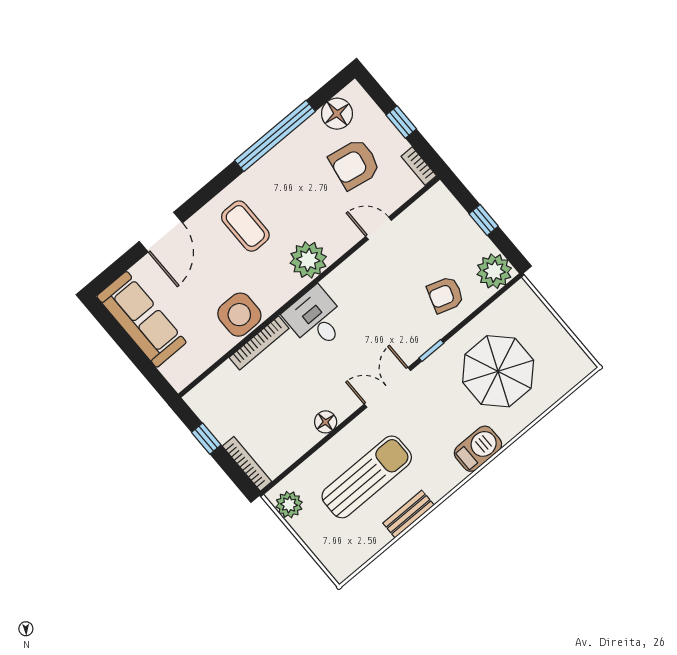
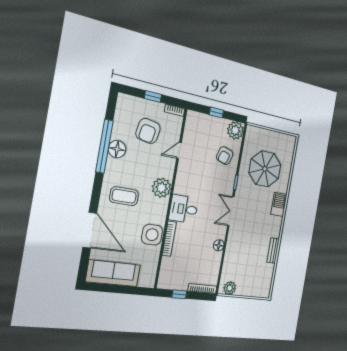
floor lamp: (337, 114) -> (117, 149), moved
door: (161, 232) -> (90, 230), width x1.36
sun lounger: (367, 477) -> (249, 251), removed

